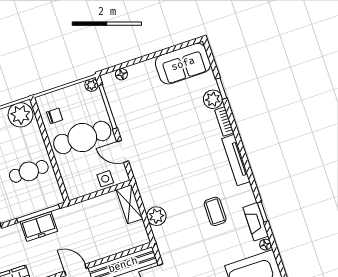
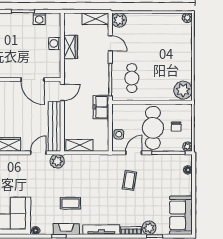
chair: (55, 116) -> (176, 127), moved
coffee table: (160, 145) -> (129, 180), added
cafe table: (29, 171) -> (132, 78), moved
shelving: (130, 204) -> (79, 145), moved
plant: (156, 216) -> (57, 161), moved
fireplace: (256, 222) -> (66, 229), moved
freezer: (39, 227) -> (101, 107), moved

